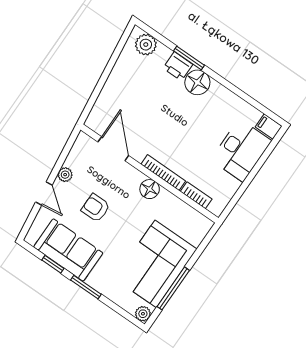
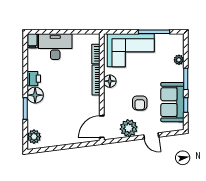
printer: (178, 66) -> (34, 79), moved
door: (113, 149) -> (102, 127), moved
plant: (65, 175) -> (129, 128), width x1.88, depth x1.88
door: (44, 194) -> (151, 136), swing flipped
corner sofa: (156, 264) -> (131, 50), moved
plant: (143, 314) -> (179, 60), moved

